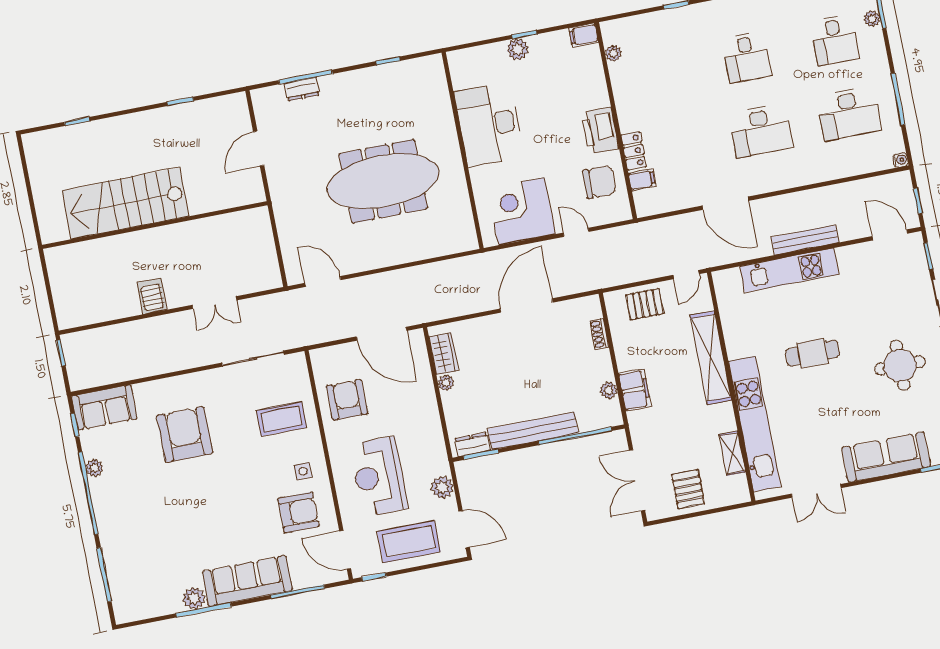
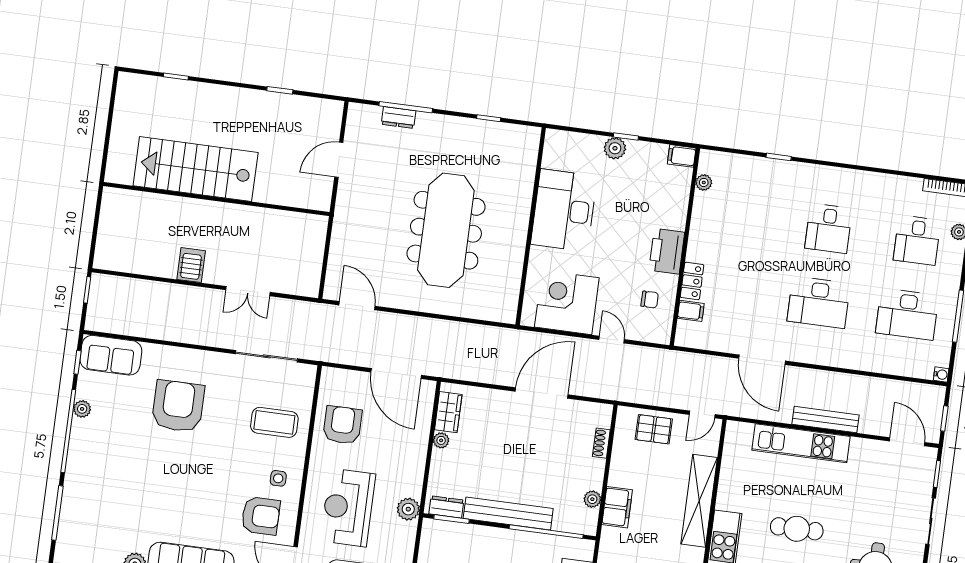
meeting table: (383, 181) -> (446, 230), turned 90
chair: (599, 182) -> (650, 299), width x0.54, depth x0.54
plant: (442, 487) -> (408, 509), moved

